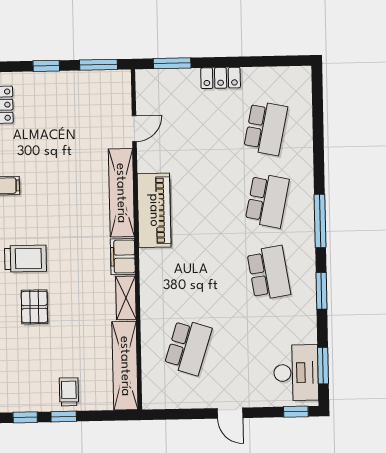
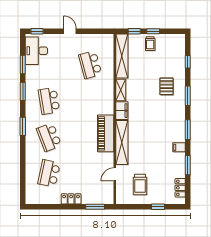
window: (99, 65) -> (132, 207), removed
school desk: (267, 201) -> (49, 137), turned -33
window: (320, 221) -> (23, 126), width x0.69
trolley: (26, 259) -> (140, 185), moved, turned -90
school desk: (188, 347) -> (90, 65), turned -33
window: (323, 366) -> (23, 64), moved
window: (25, 417) -> (134, 31), moved

